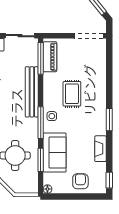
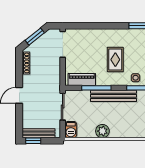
window: (41, 58) -> (96, 88), moved
rug: (72, 94) -> (115, 60), turned 90

